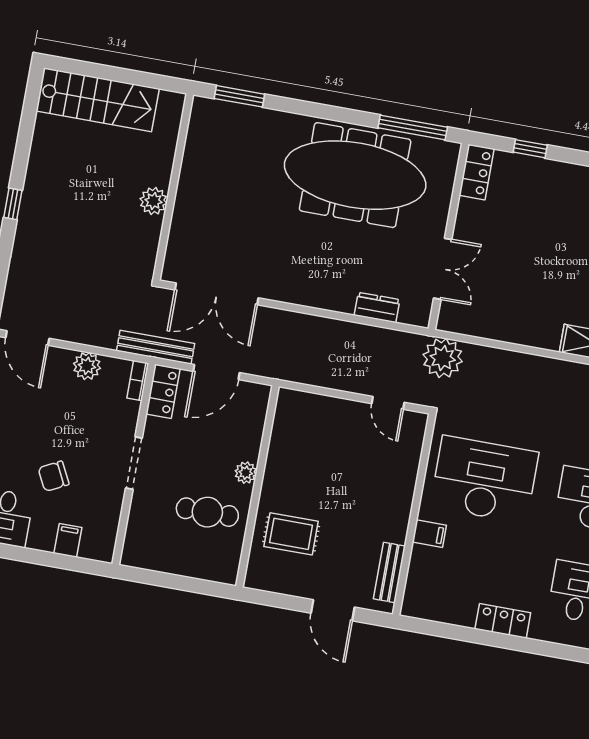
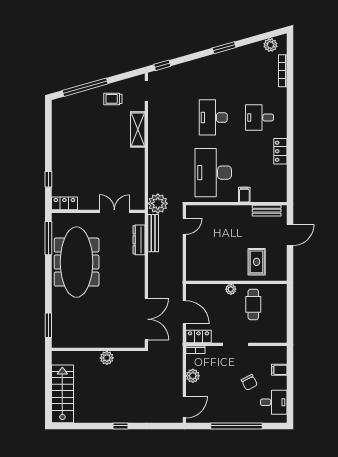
dresser: (377, 307) -> (139, 240), width x1.44
bench: (156, 347) -> (153, 233), moved

